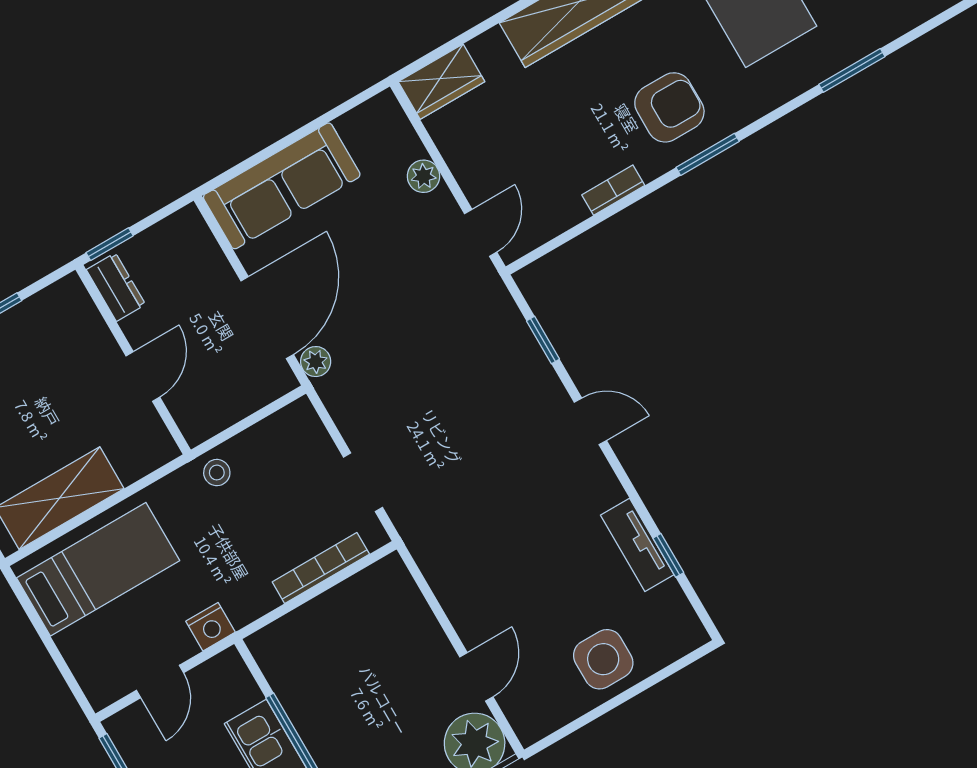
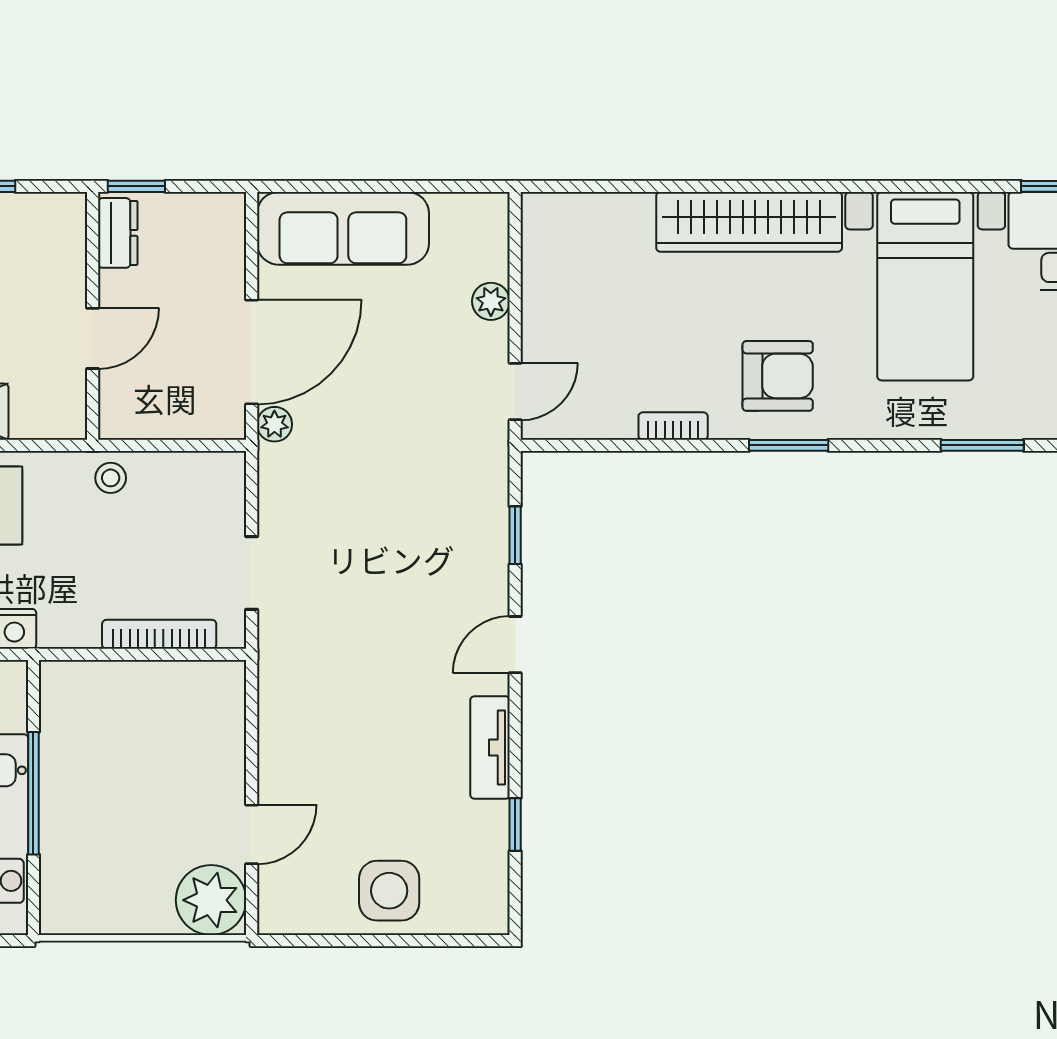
wardrobe: (442, 82) -> (564, 217), removed
door: (590, 421) -> (515, 645), swing flipped
tv unit: (637, 545) -> (490, 748), moved

